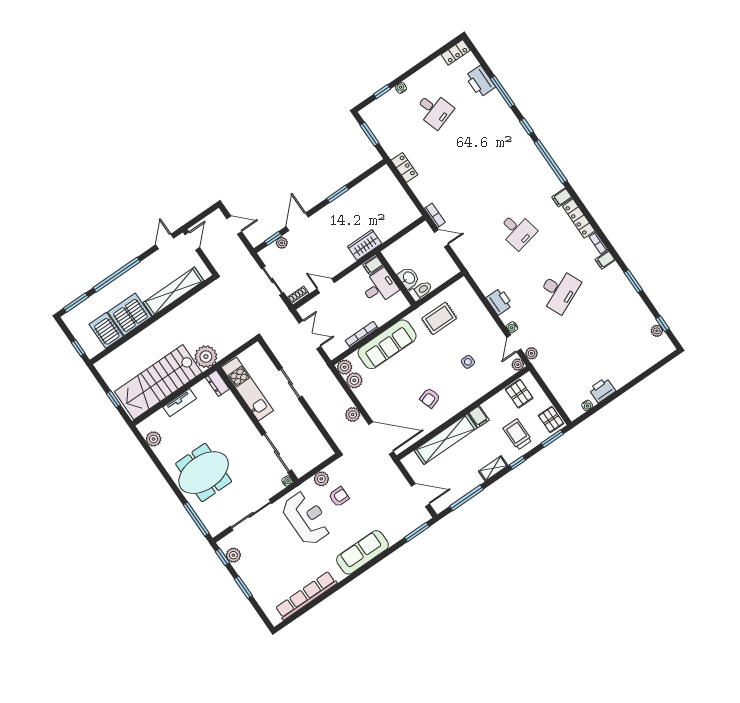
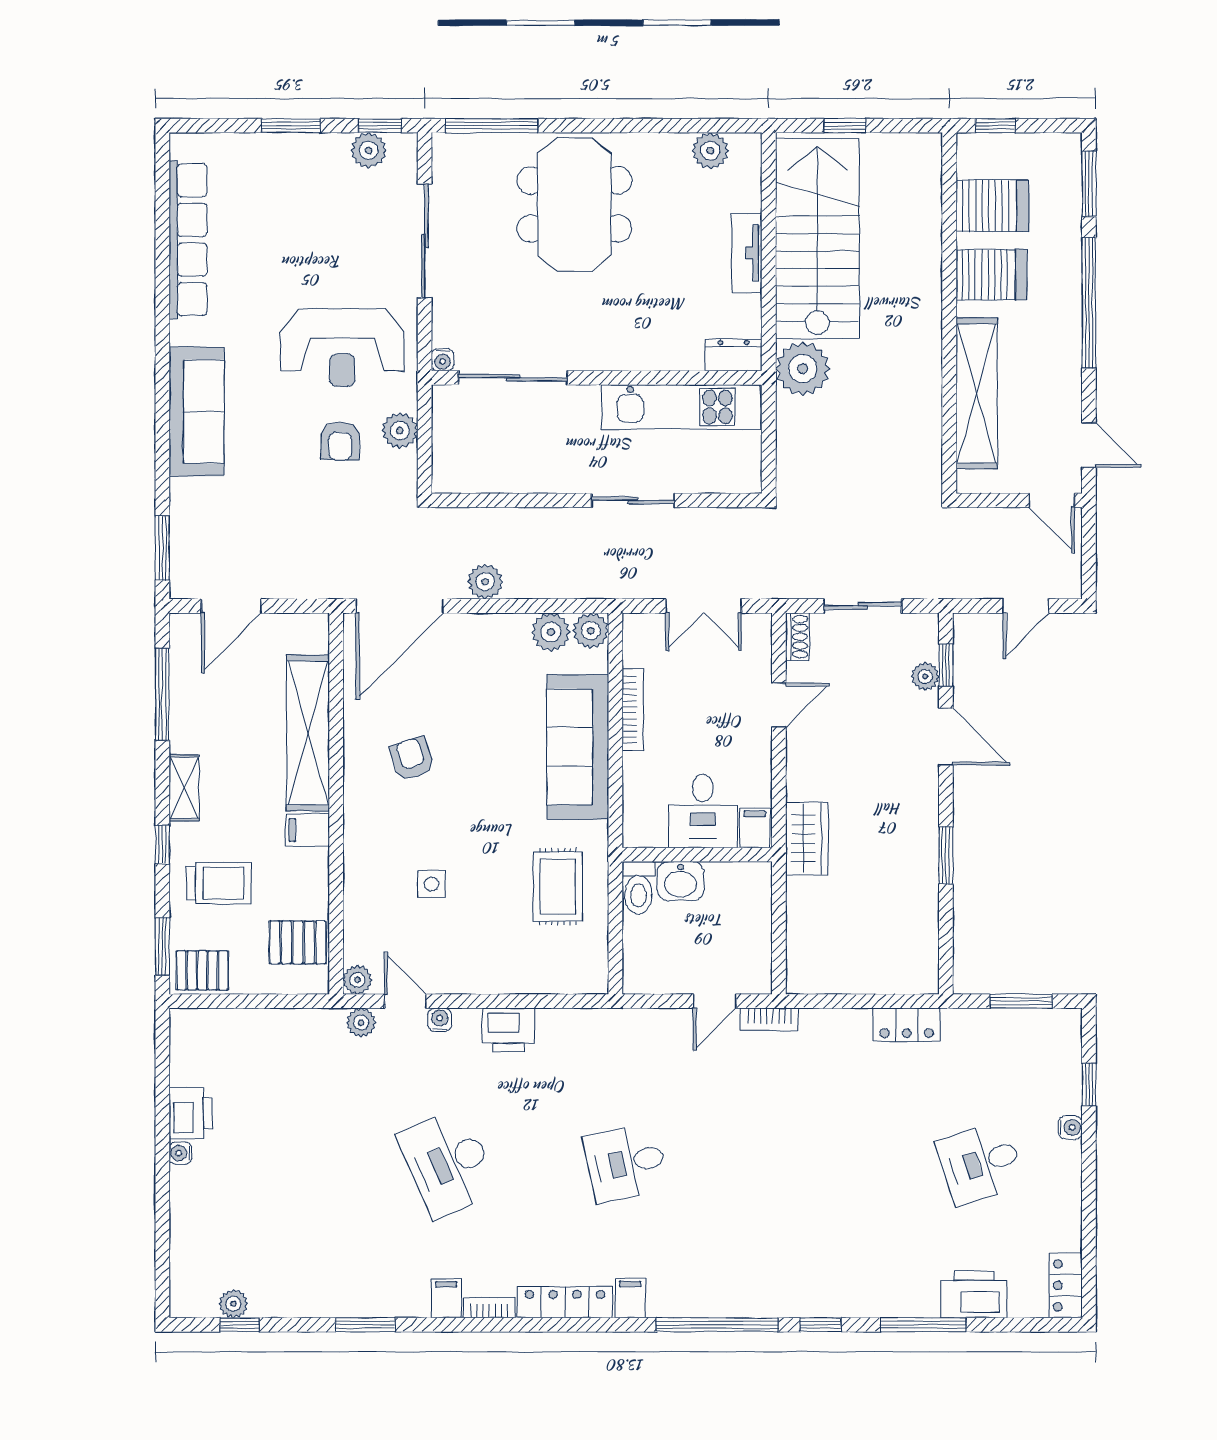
server rack: (130, 314) -> (991, 275), width x0.62
water cooler: (587, 405) -> (180, 1153), moved

